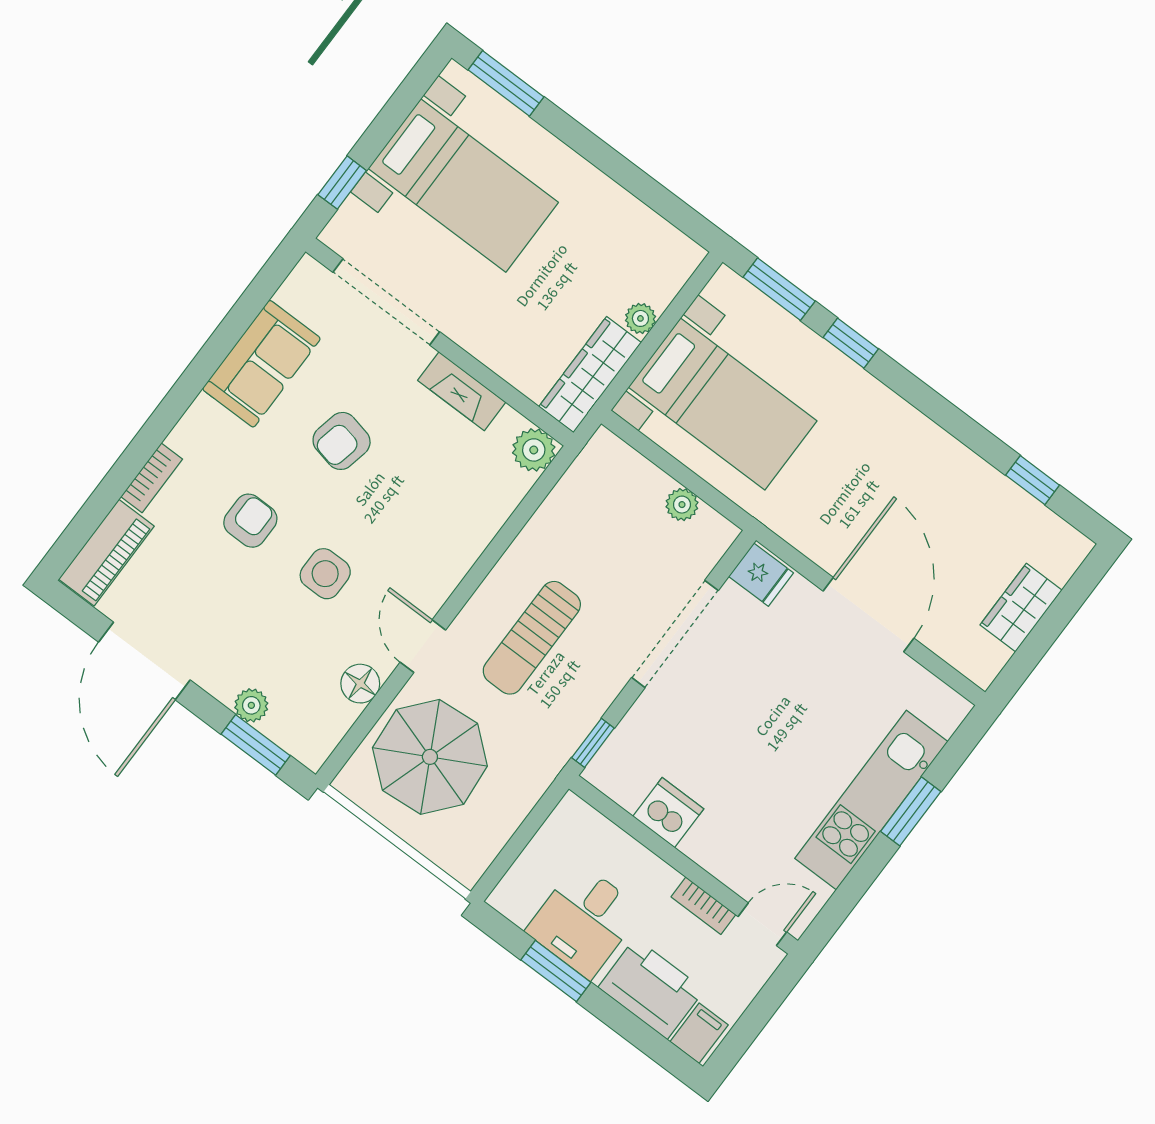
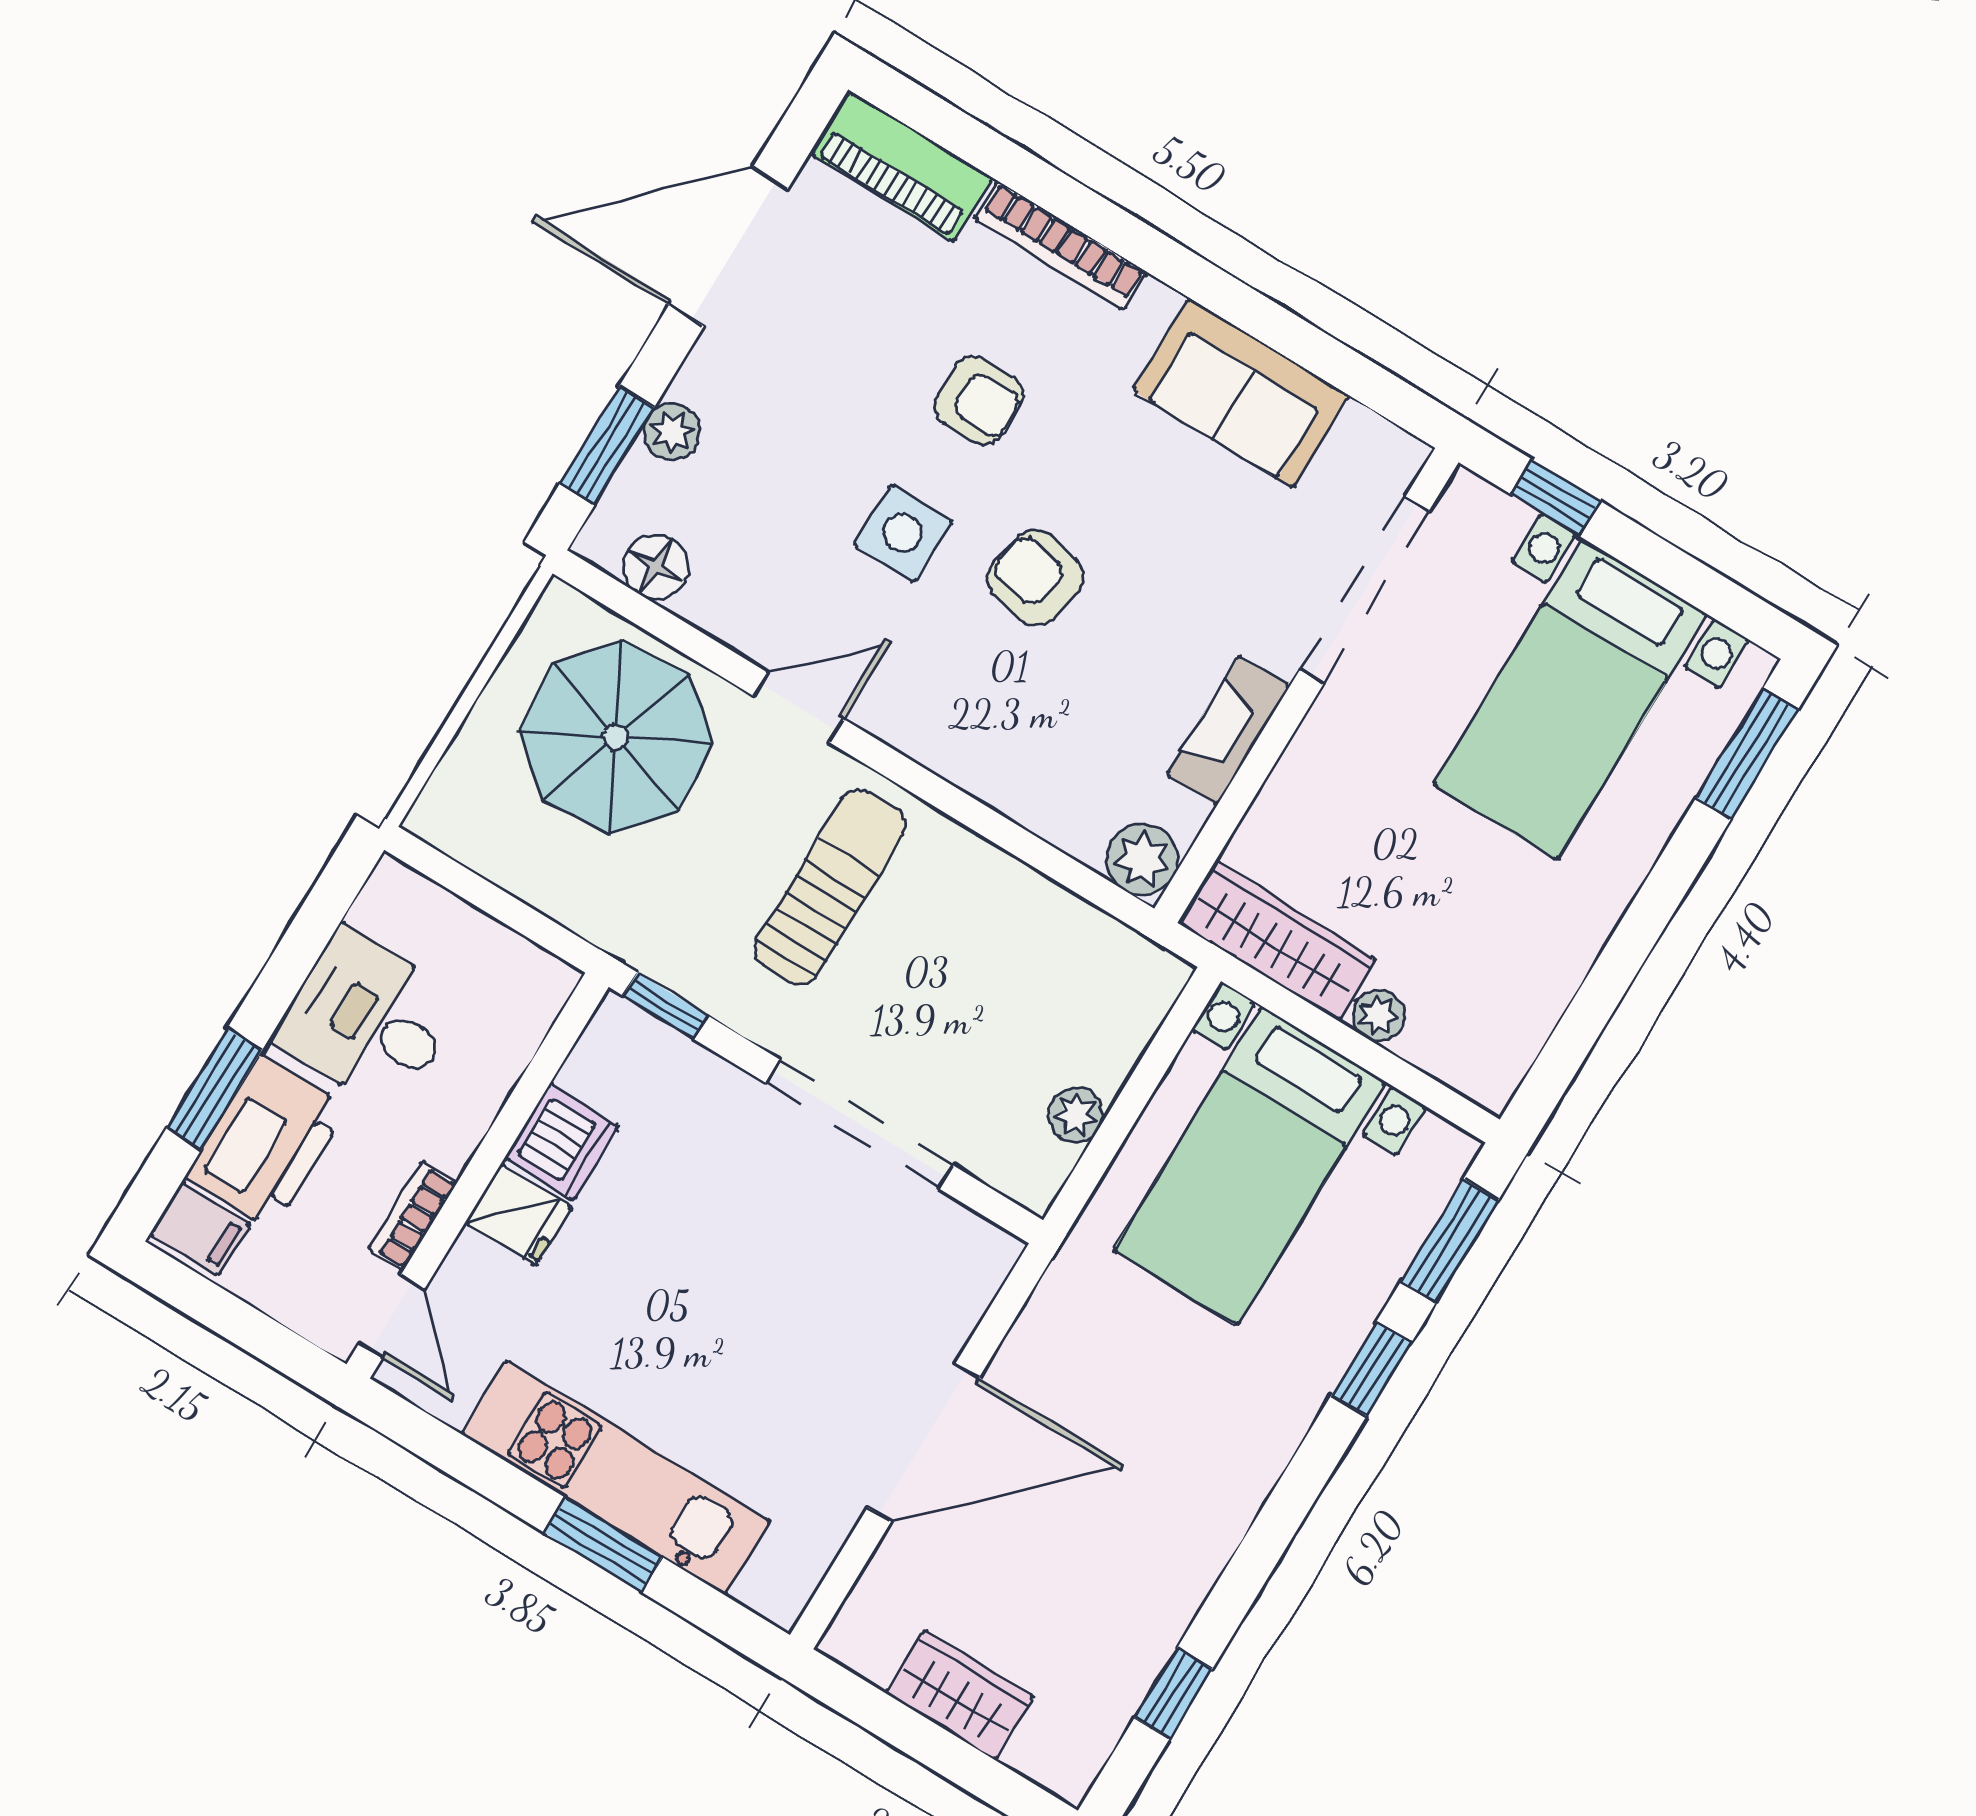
armchair: (342, 441) -> (1036, 577), moved
bookcase: (152, 478) -> (1061, 246), width x1.56
fridge: (761, 575) -> (519, 1214), moved, turned -90
sun lounger: (532, 638) -> (830, 887), turned 90
floor lamp: (360, 684) -> (656, 567), moved
window: (556, 971) -> (214, 1089), moved

